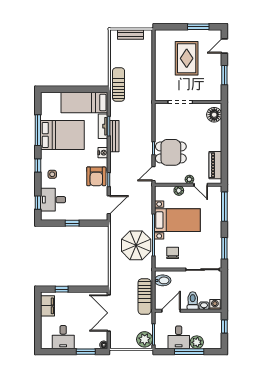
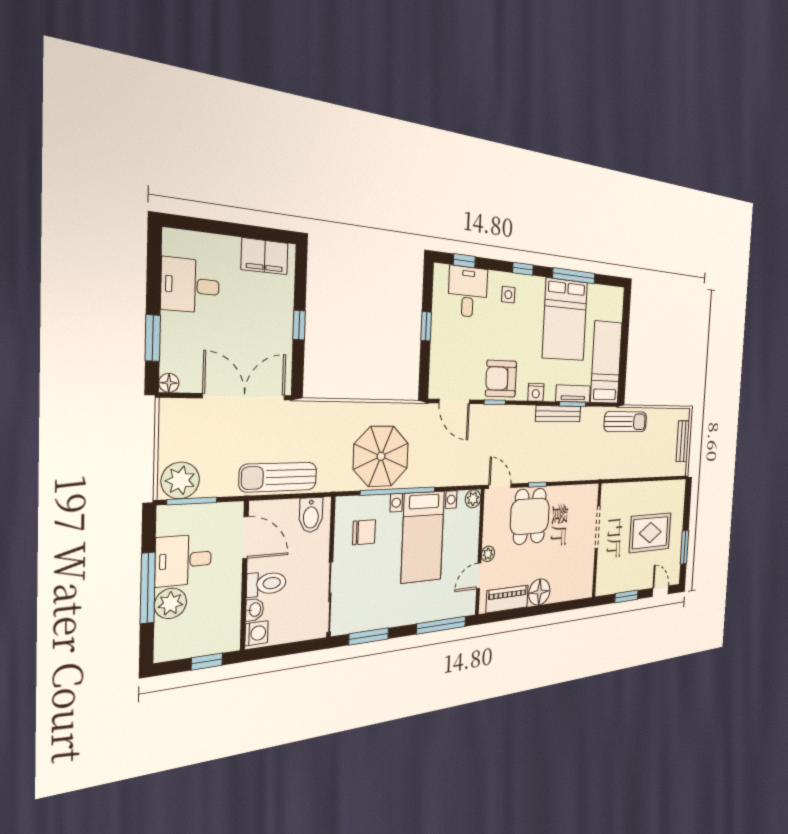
floor lamp: (214, 115) -> (539, 592), moved
plant: (179, 191) -> (473, 499), moved
window: (62, 289) -> (299, 325), moved

